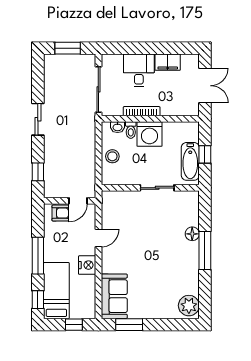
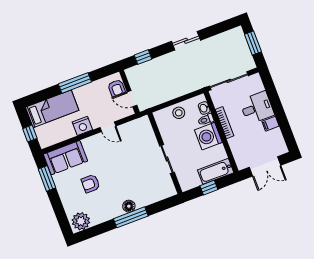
filing cabinet: (168, 62) -> (271, 124), width x0.50
bathtub: (190, 161) -> (216, 171), moved
floor lamp: (192, 234) -> (129, 206), moved
armchair: (152, 280) -> (91, 184), added
window: (38, 300) -> (39, 97), removed

